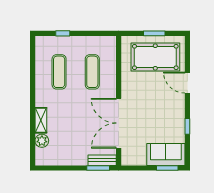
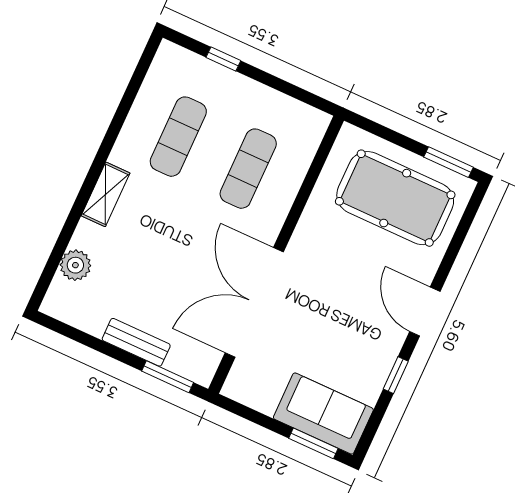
window: (154, 33) -> (448, 162), moved
door: (187, 83) -> (425, 311), moved
shelving: (41, 120) -> (105, 194), moved
bench: (102, 160) -> (136, 342), moved

